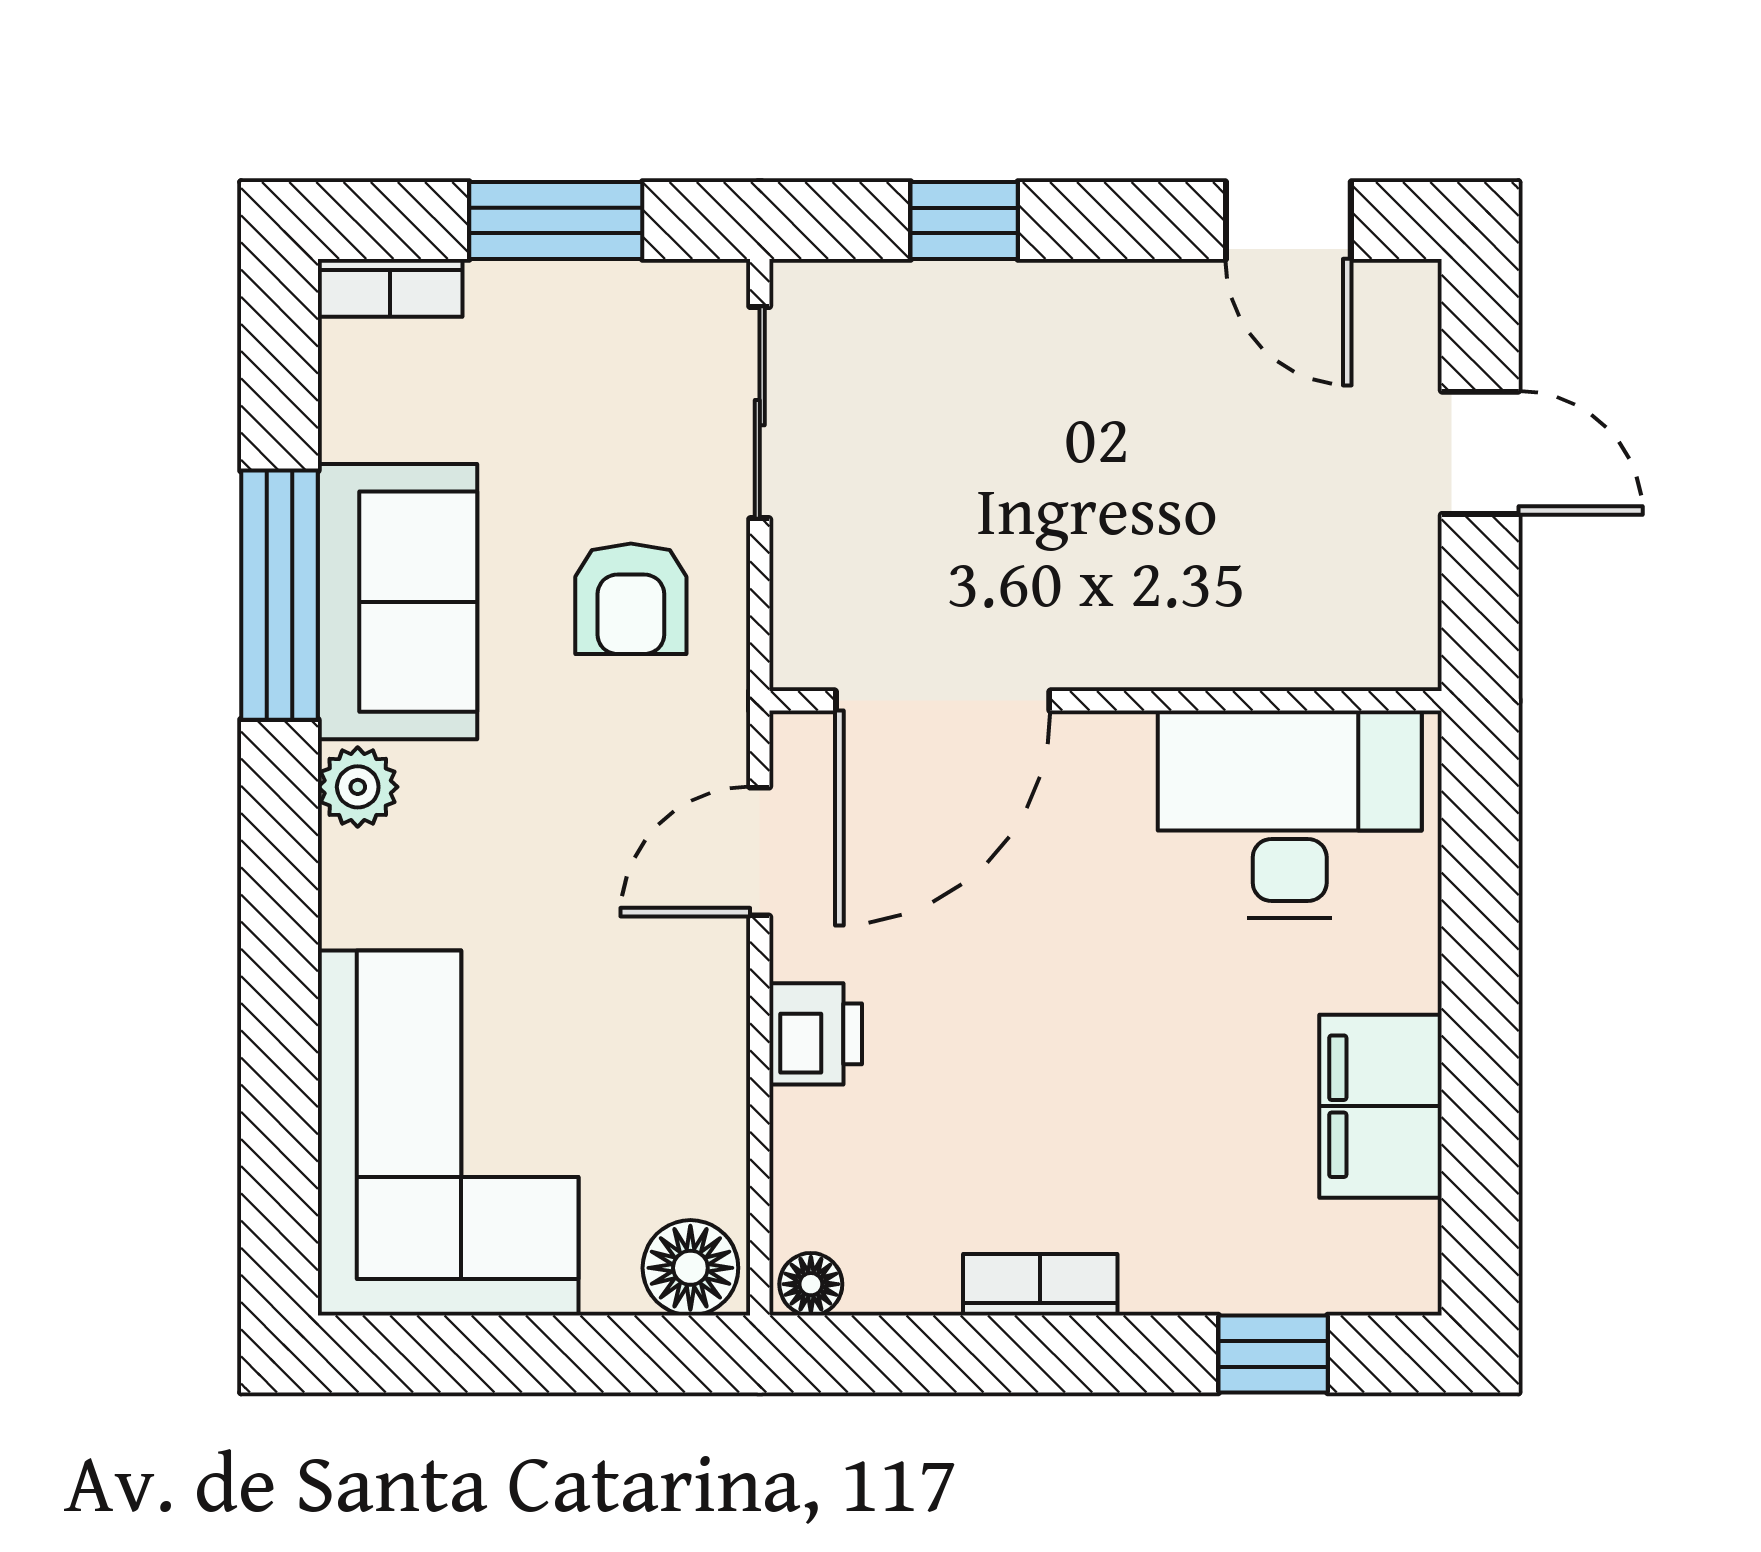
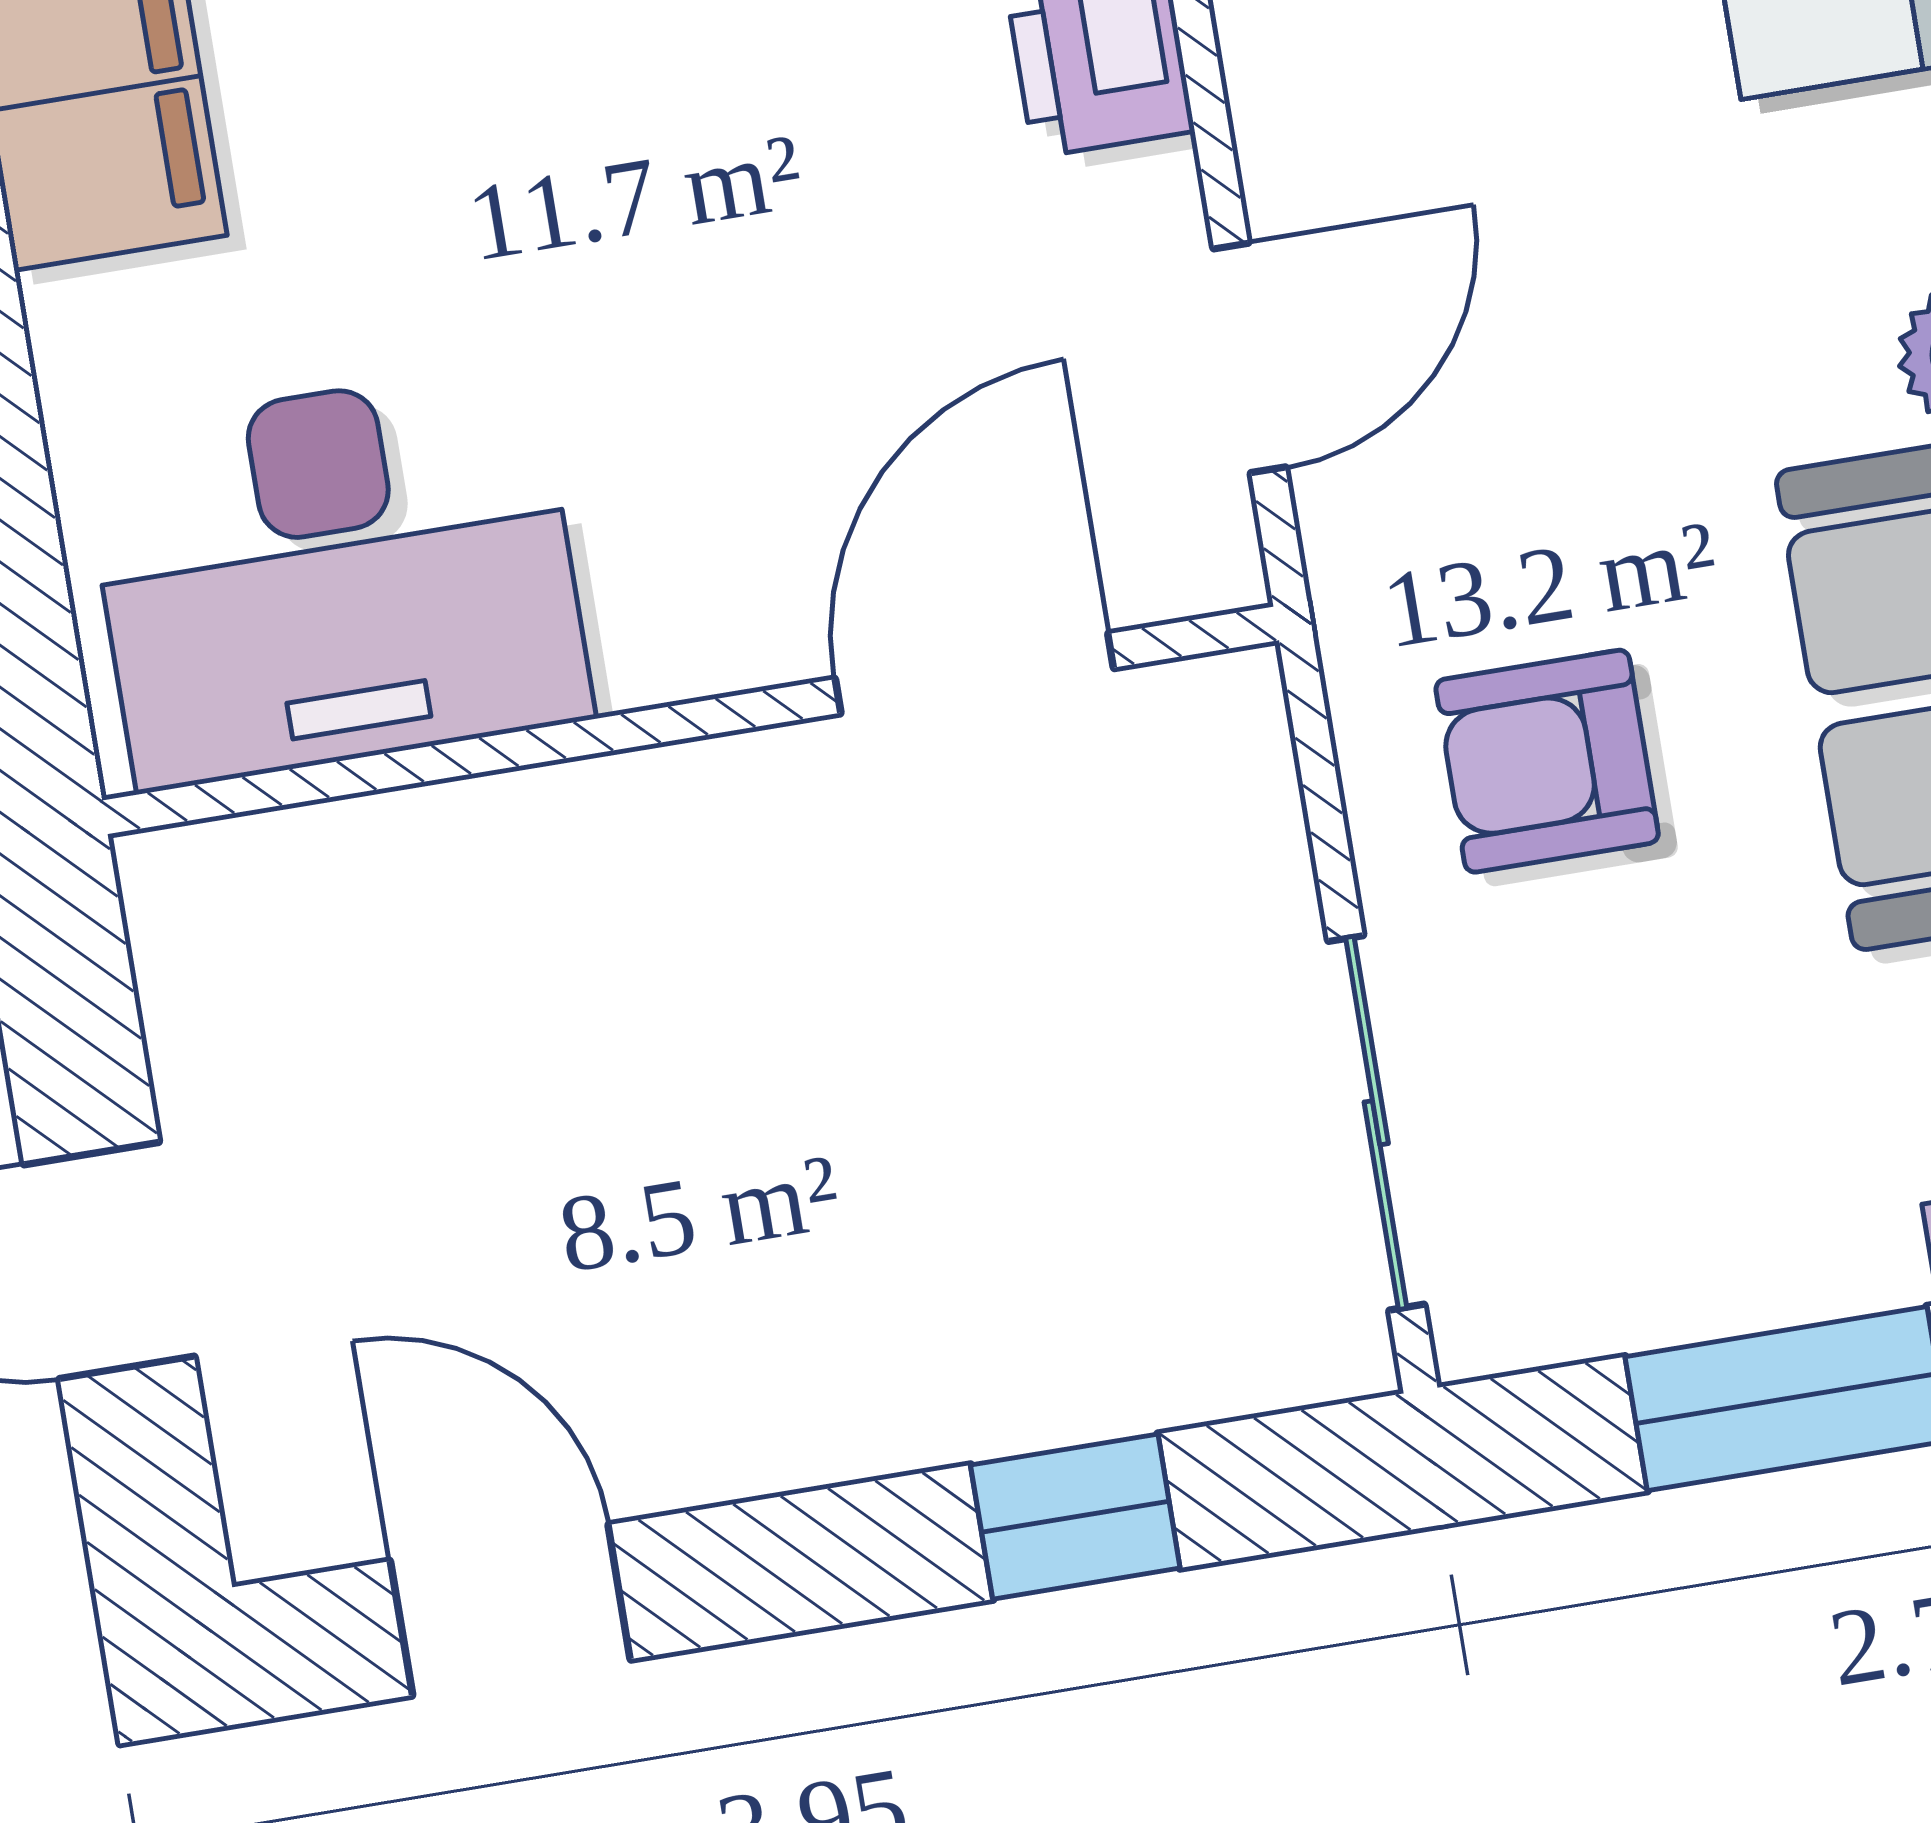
armchair: (631, 599) -> (1547, 761), turned -90
door: (943, 701) -> (974, 673), width x0.73

